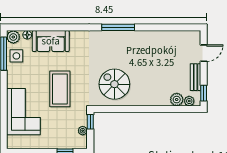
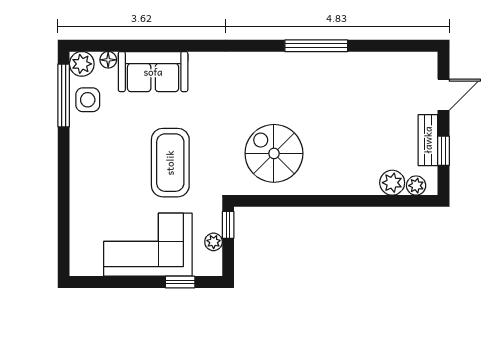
window: (118, 27) -> (316, 46), moved
window: (204, 93) -> (443, 151), moved
corner sofa: (23, 112) -> (148, 245), moved, turned -90

